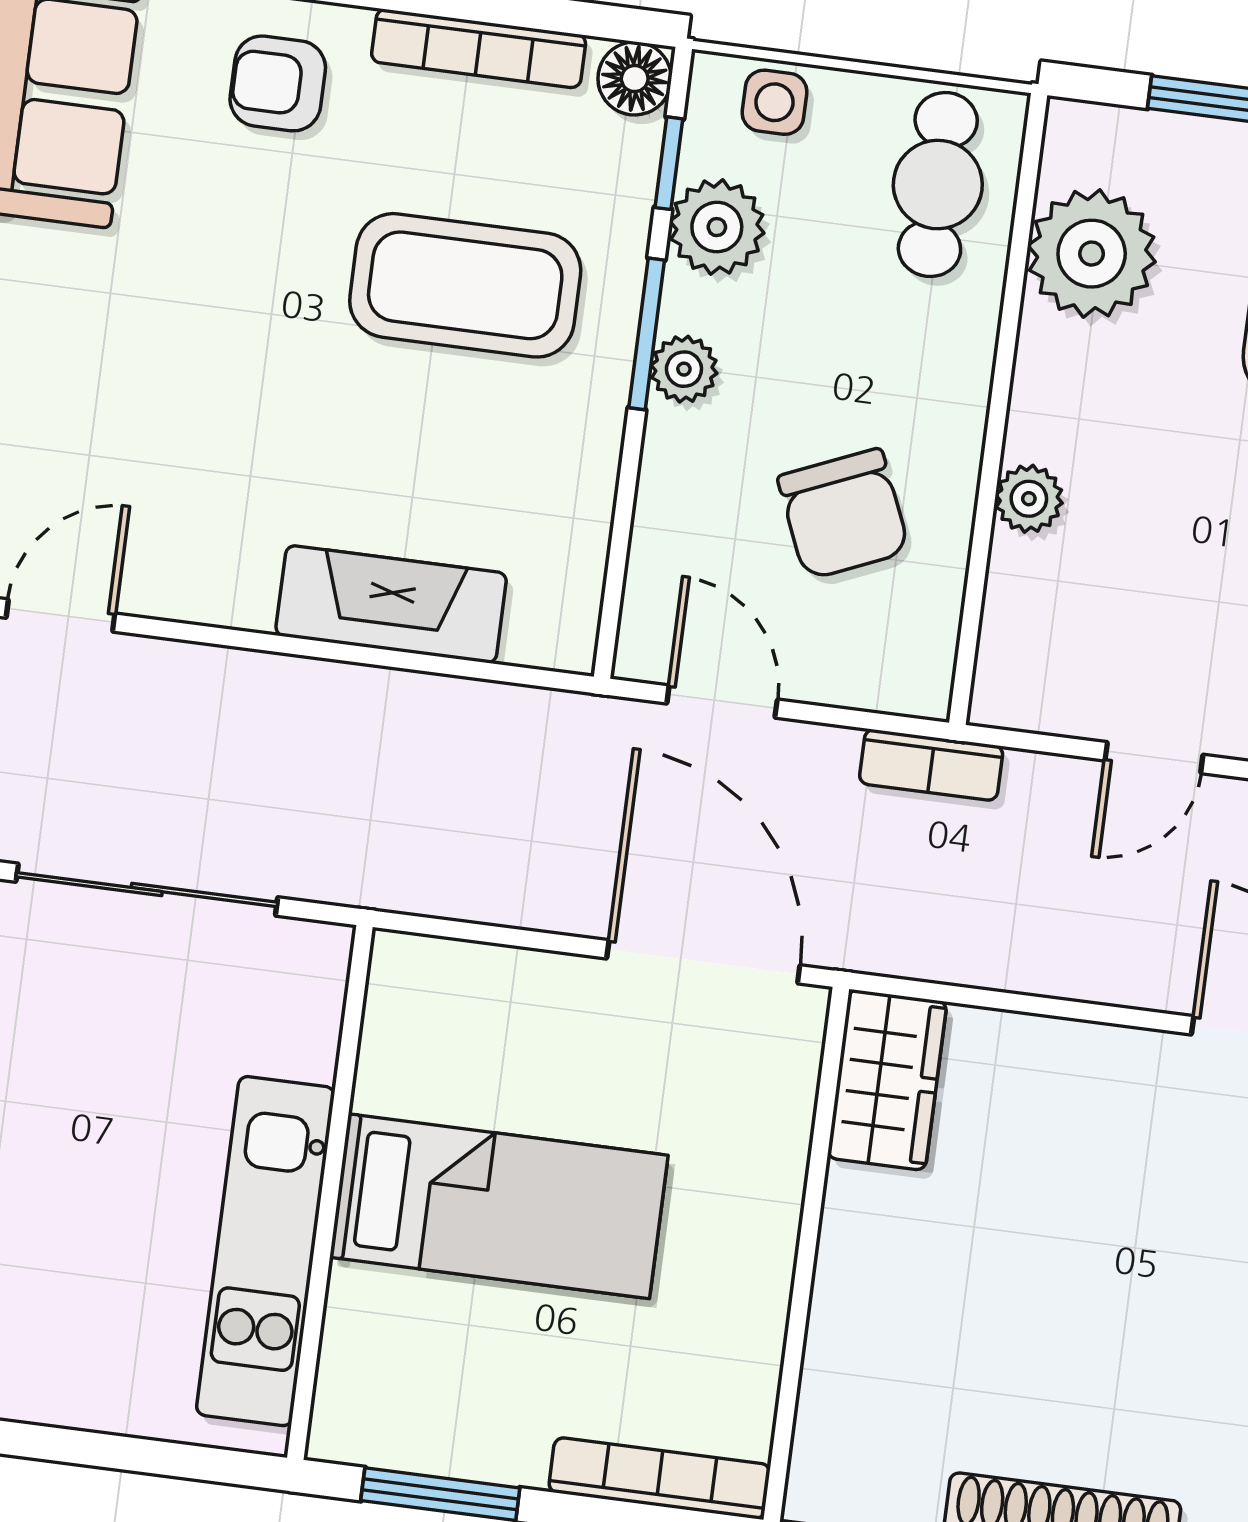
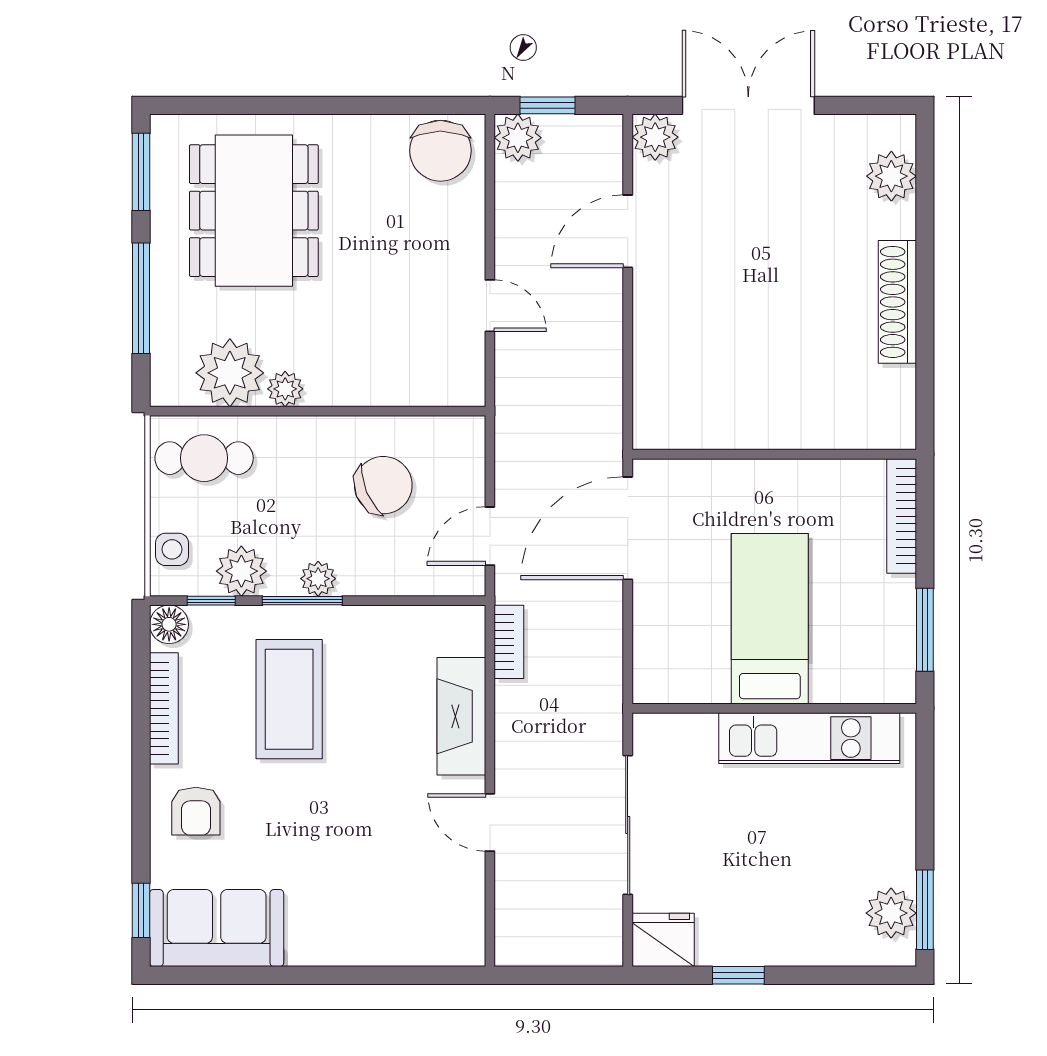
plant: (1029, 499) -> (285, 389), moved
door: (60, 616) -> (490, 822), moved
bookcase: (931, 765) -> (509, 642), moved
wardrobe: (887, 1080) -> (677, 424), removed

